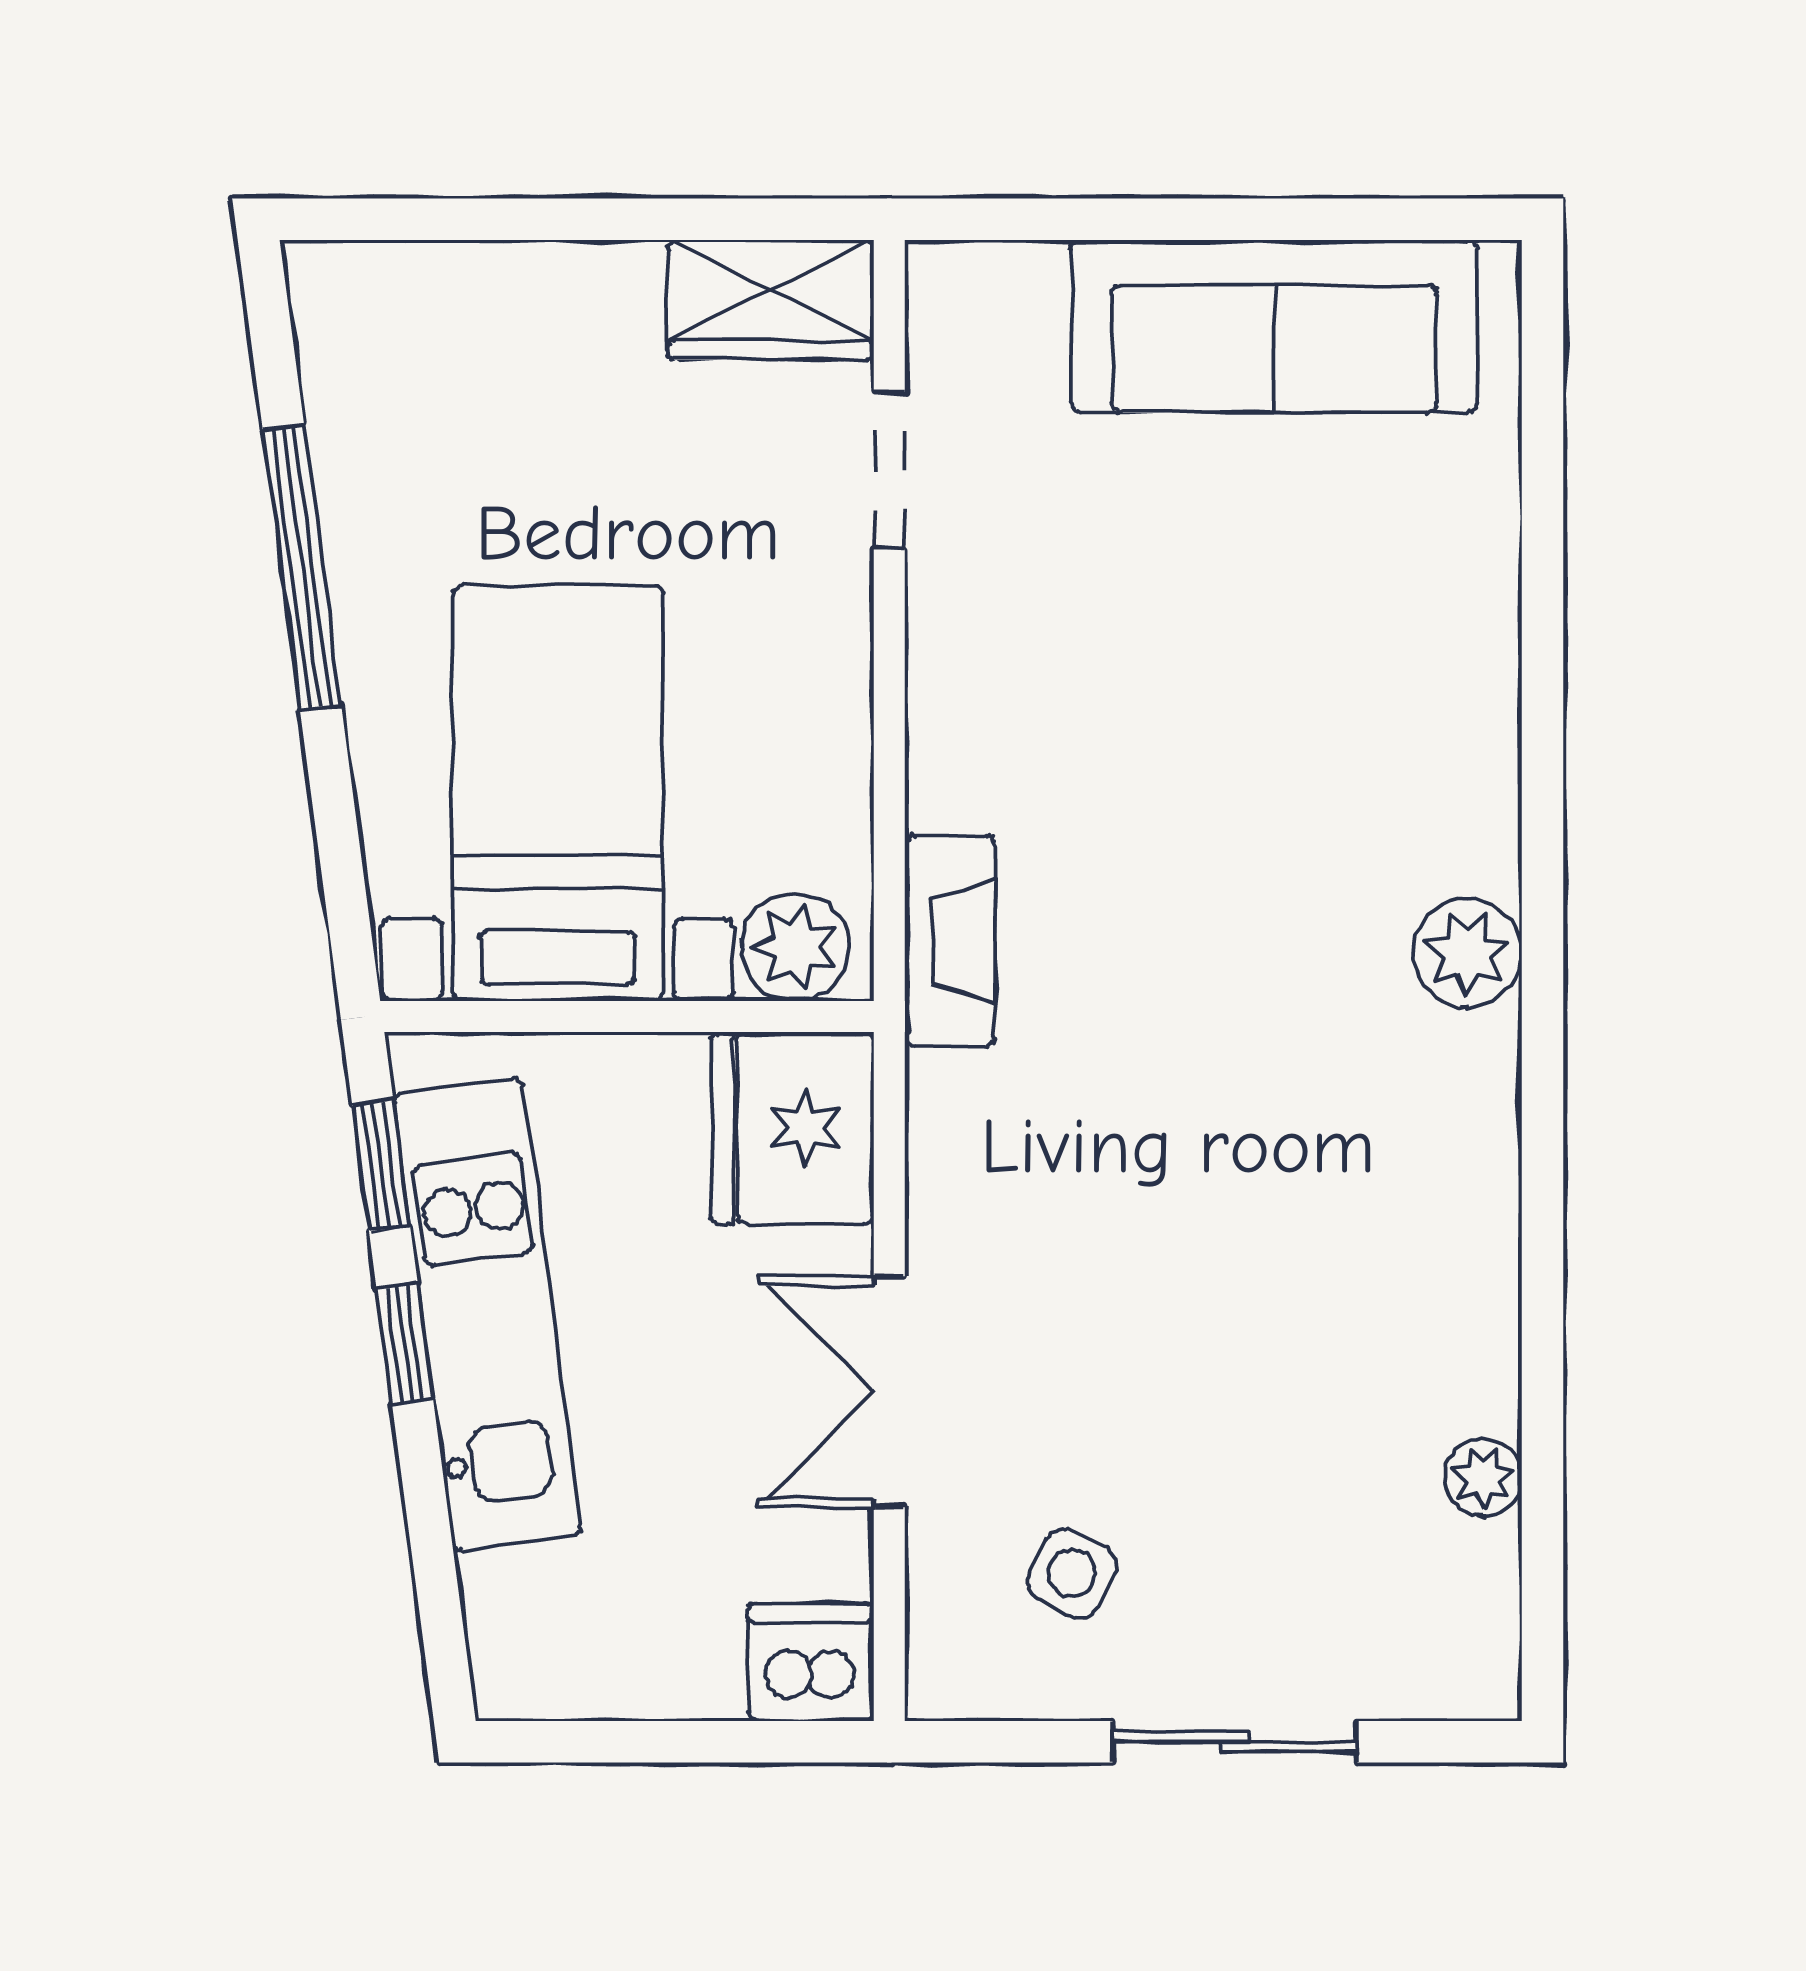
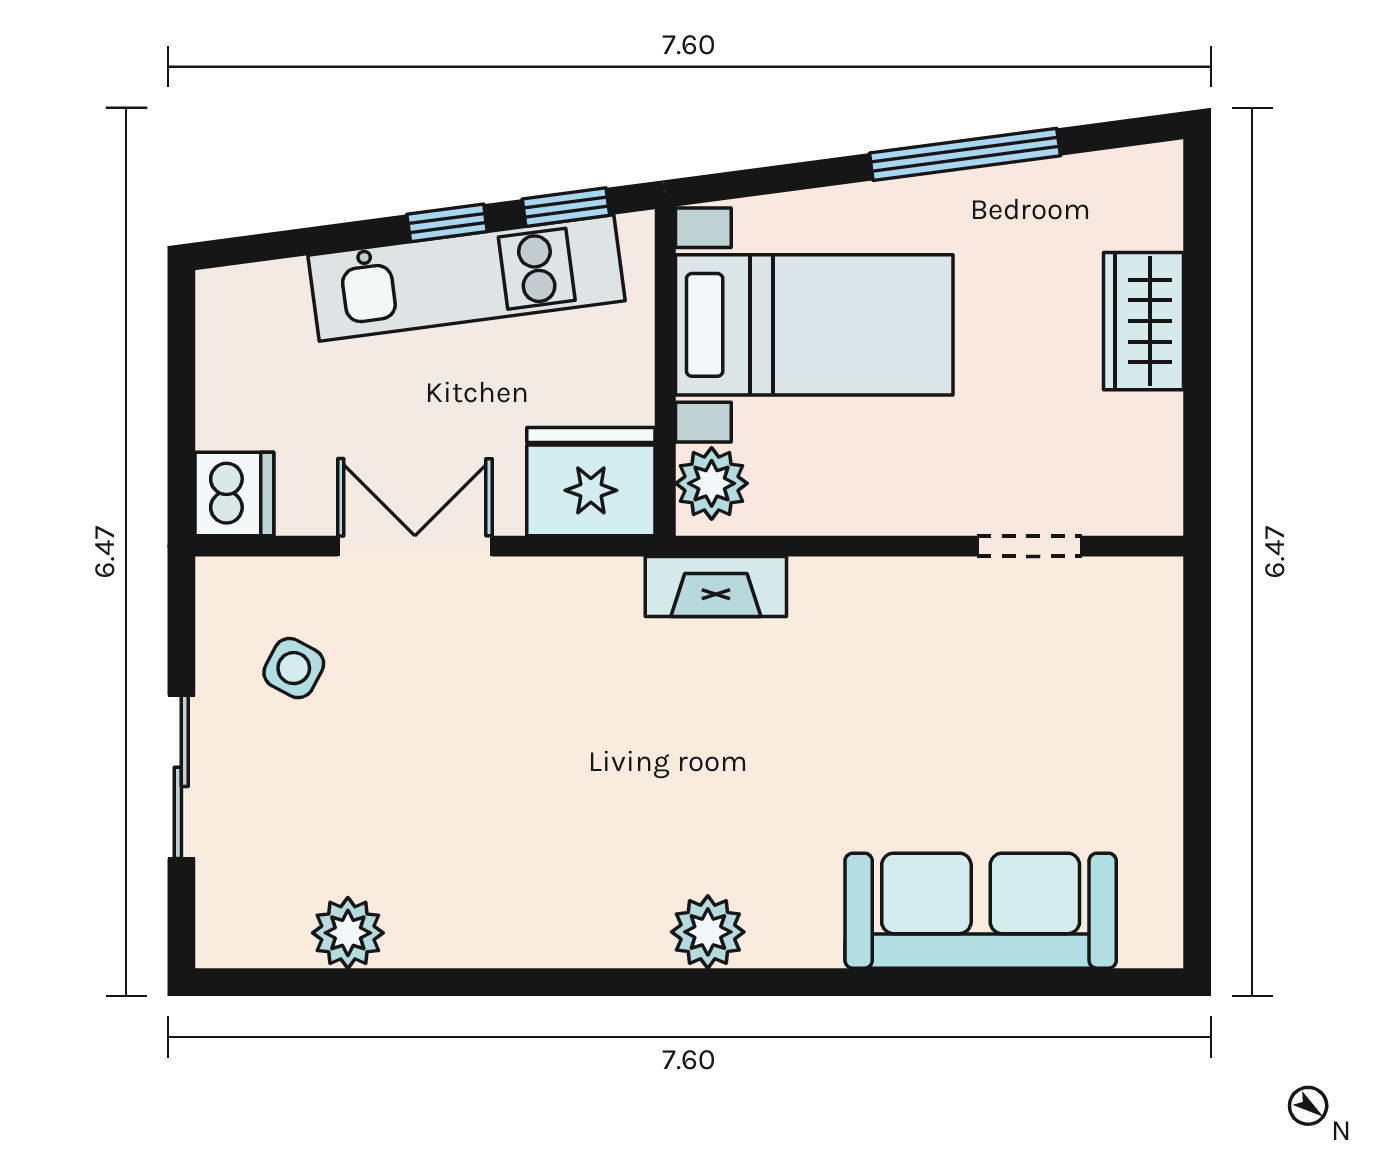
wardrobe: (771, 300) -> (1144, 321), moved
sofa: (1274, 326) -> (981, 911), moved, turned 90
plant: (1483, 1478) -> (348, 933), width x1.38, depth x1.38

